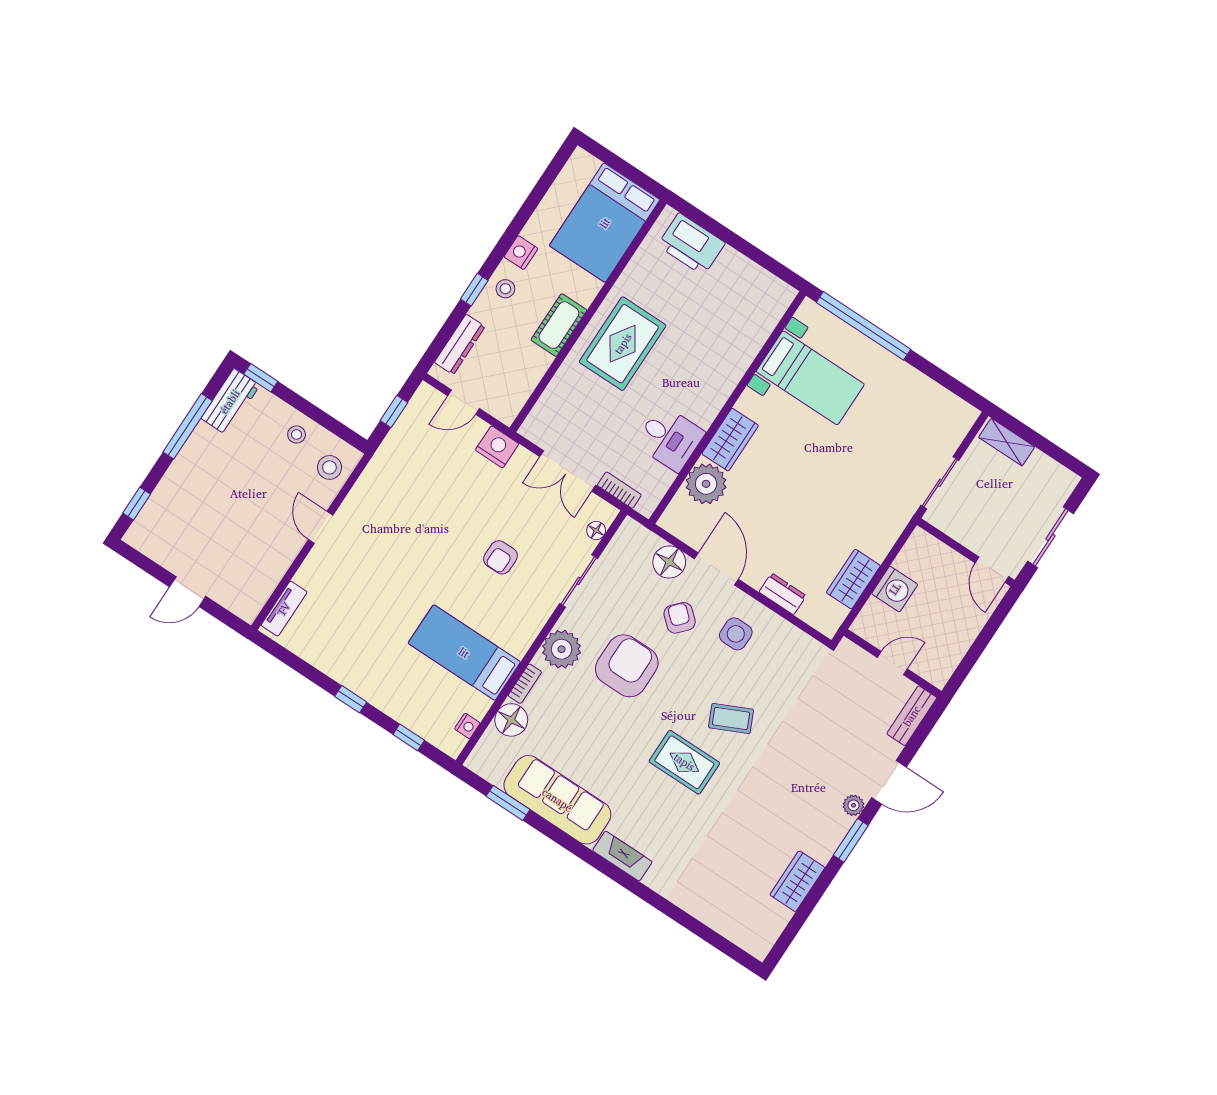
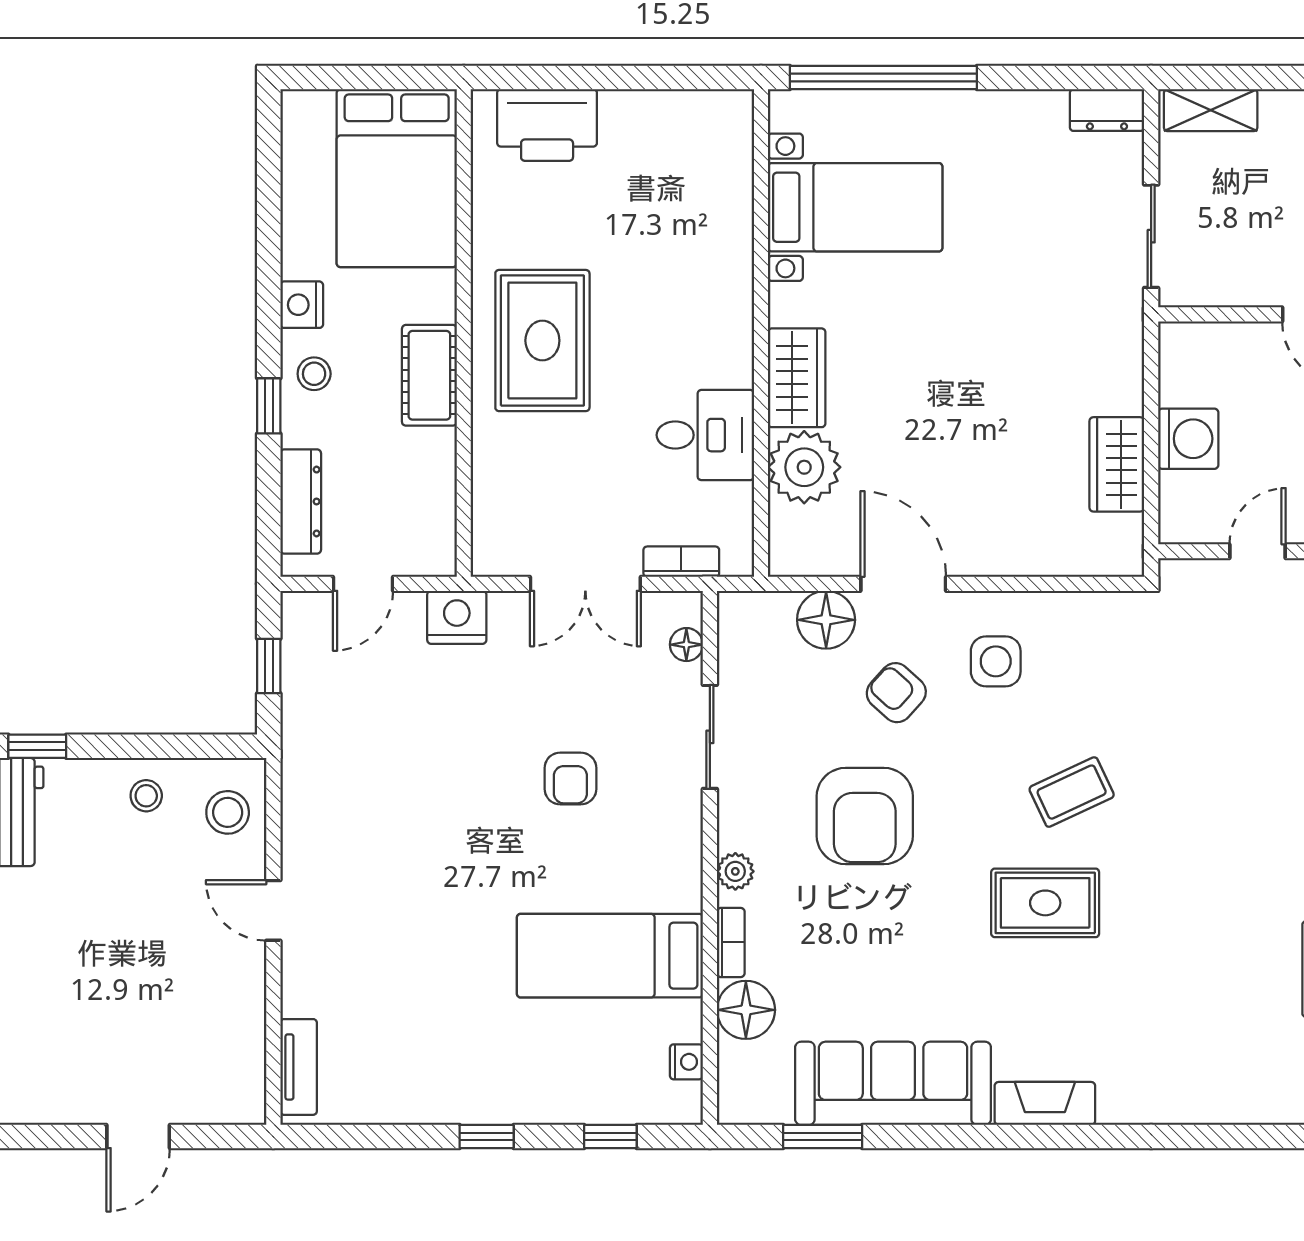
dresser: (783, 594) -> (1107, 110), moved, turned 180
plant: (562, 649) -> (735, 871), width x0.53, depth x0.53
armchair: (627, 666) -> (865, 816), turned 180

